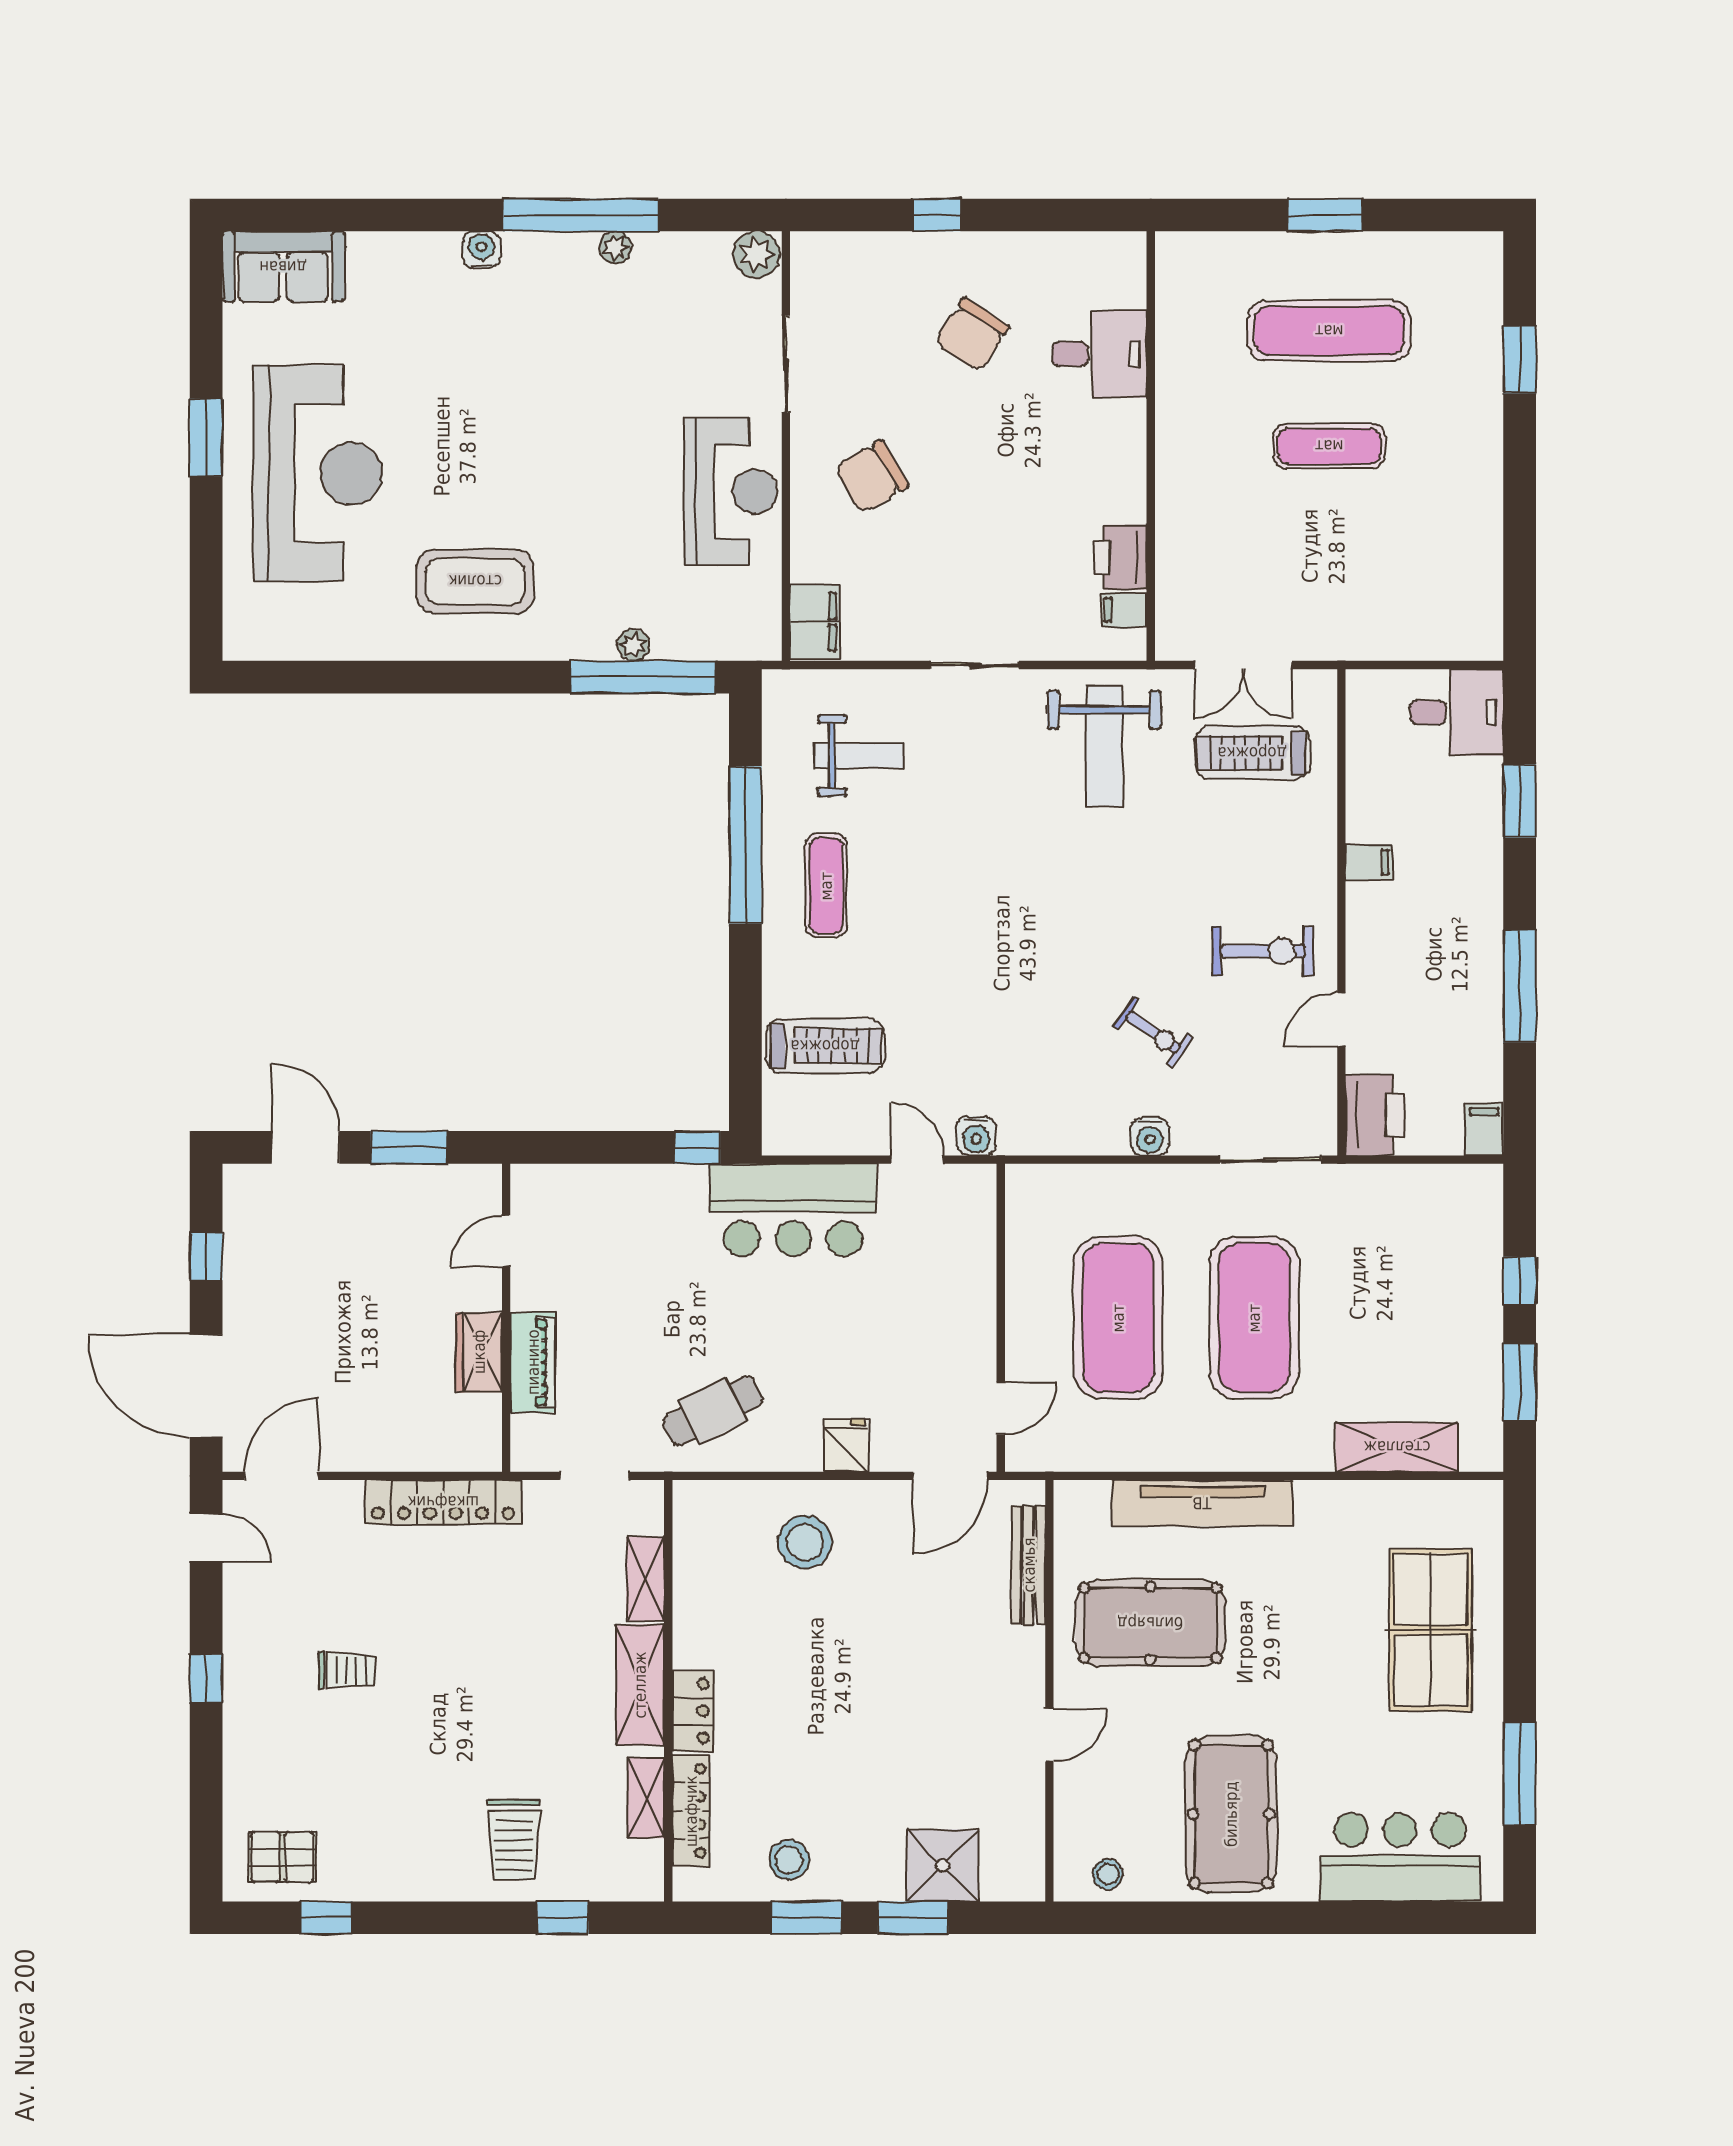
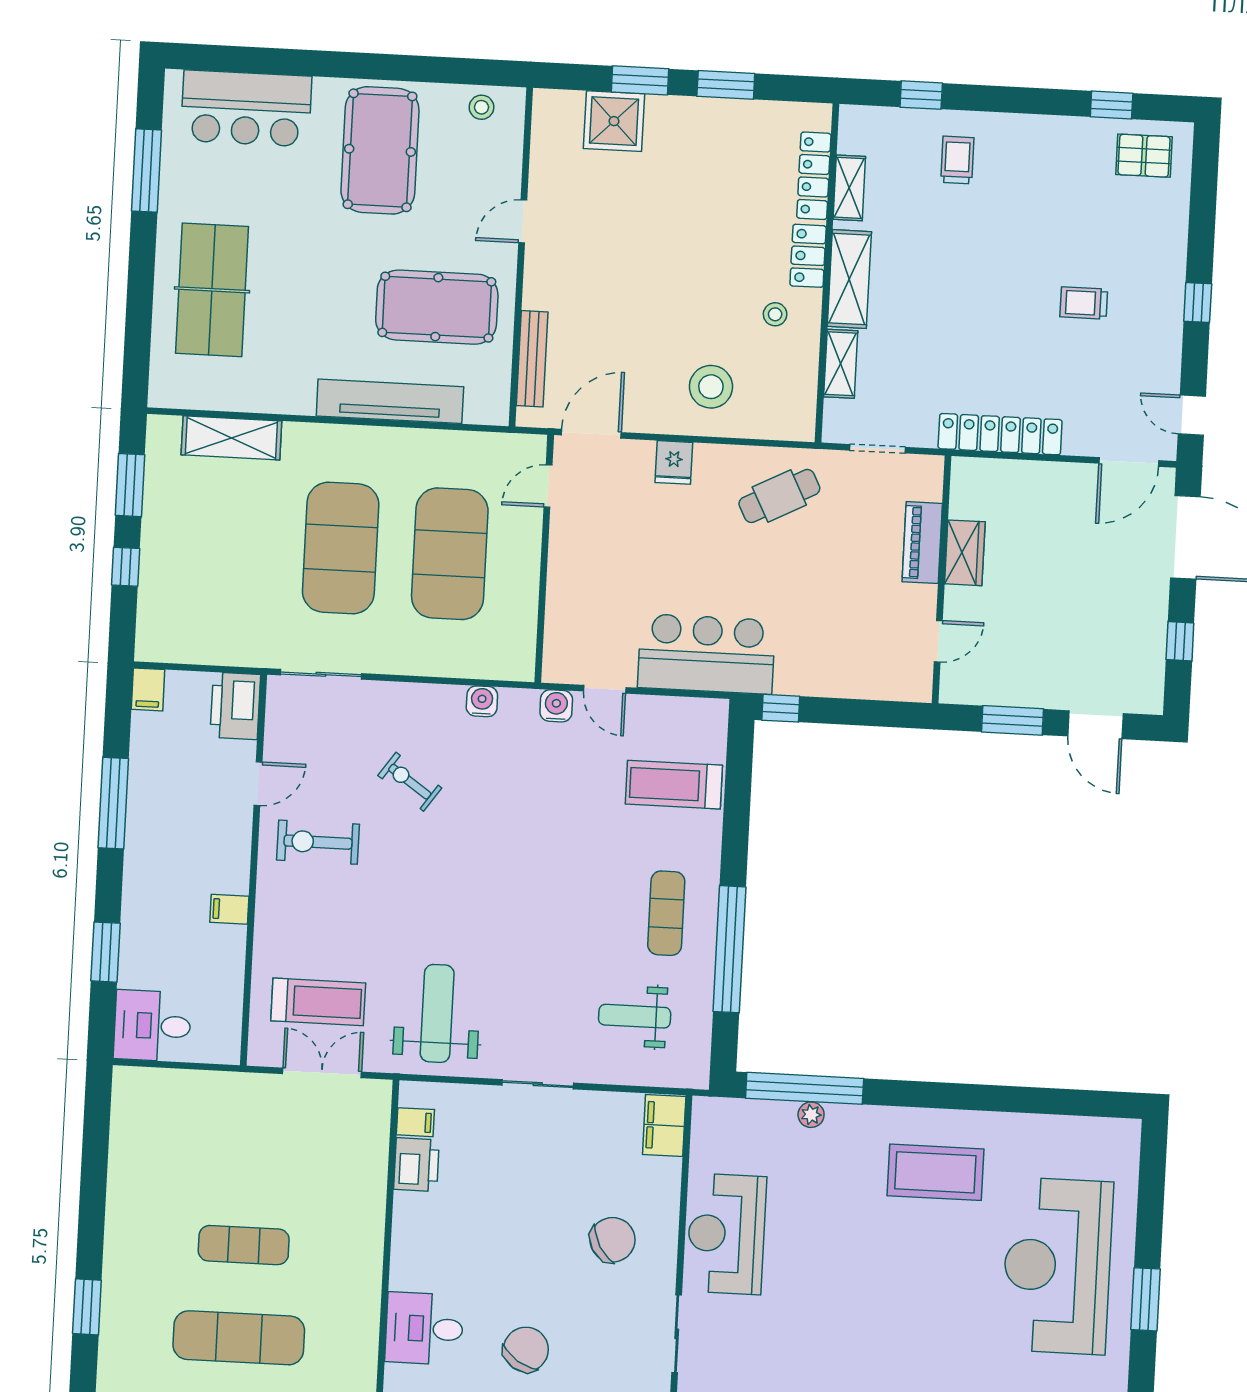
water cooler: (1150, 1137) -> (482, 701), moved
trolley: (514, 1839) -> (957, 160), width x0.73, depth x0.72
stool: (789, 1860) -> (775, 314), moved, width x0.73, depth x0.73

